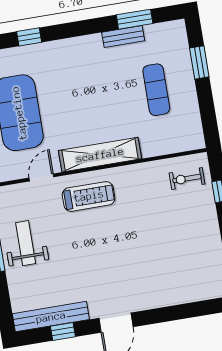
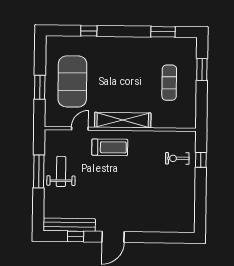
bench: (123, 37) -> (153, 42), removed
exercise bike: (187, 179) -> (177, 158), moved

